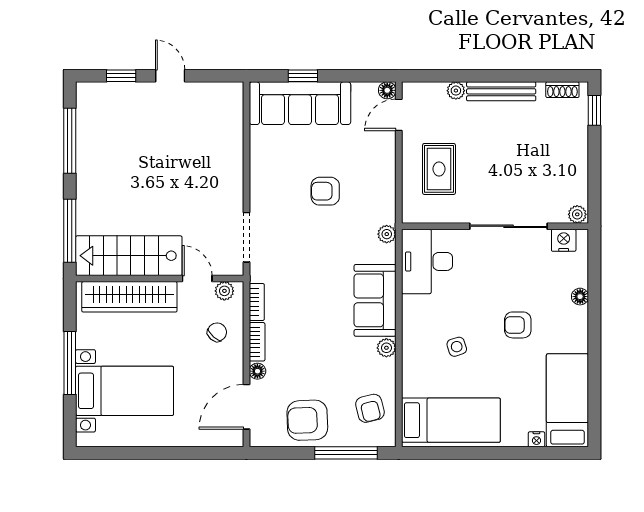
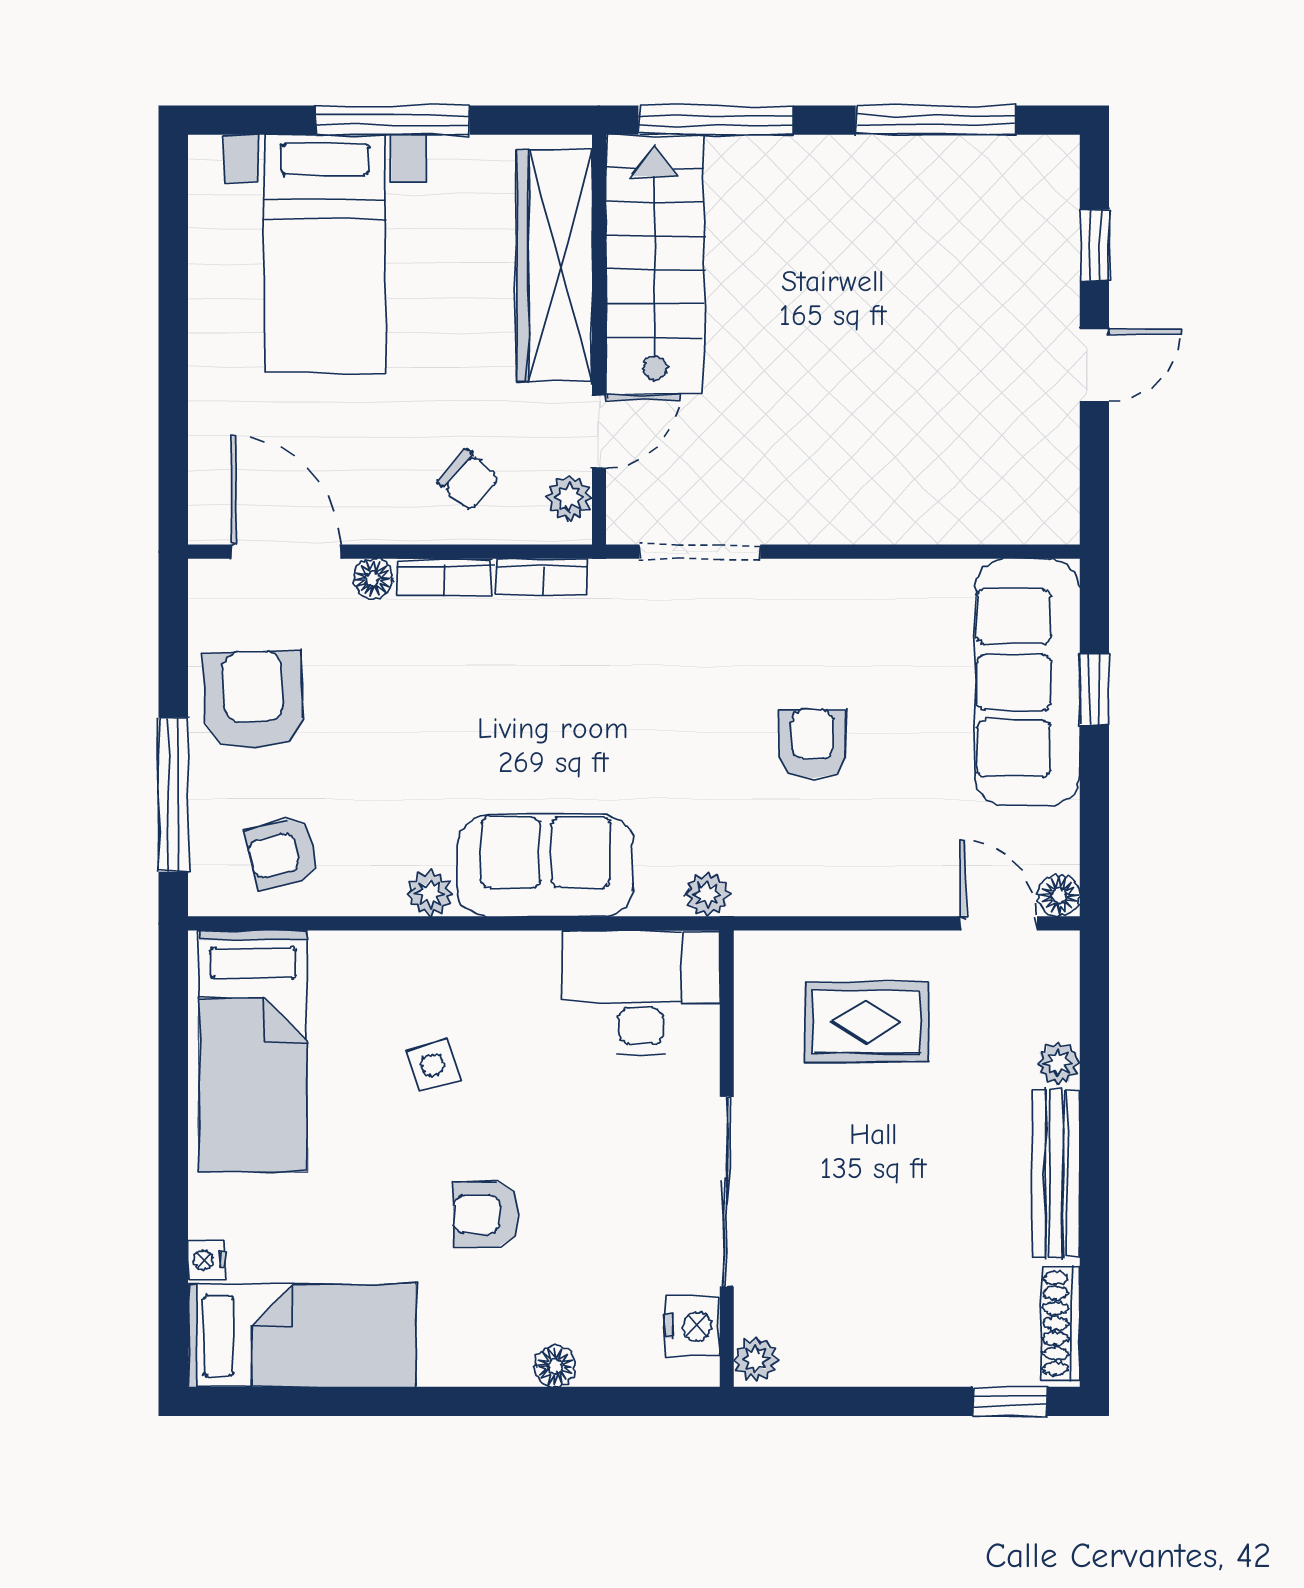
shoe rack: (562, 90) -> (1060, 1323), width x1.43
armchair: (518, 325) -> (486, 1214), turned -90

